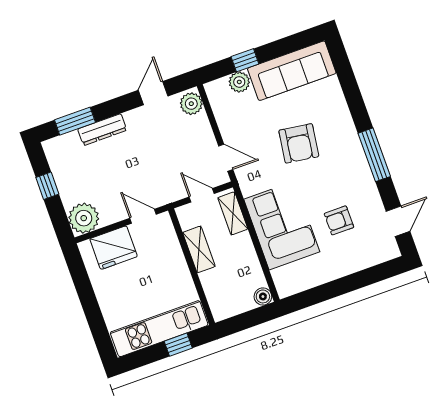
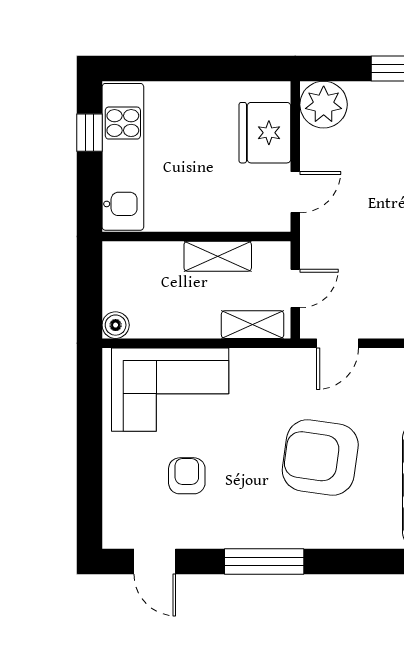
armchair: (299, 143) -> (320, 457), width x1.36, depth x1.36
corner sofa: (282, 225) -> (170, 390), moved
window: (178, 345) -> (90, 133), moved

